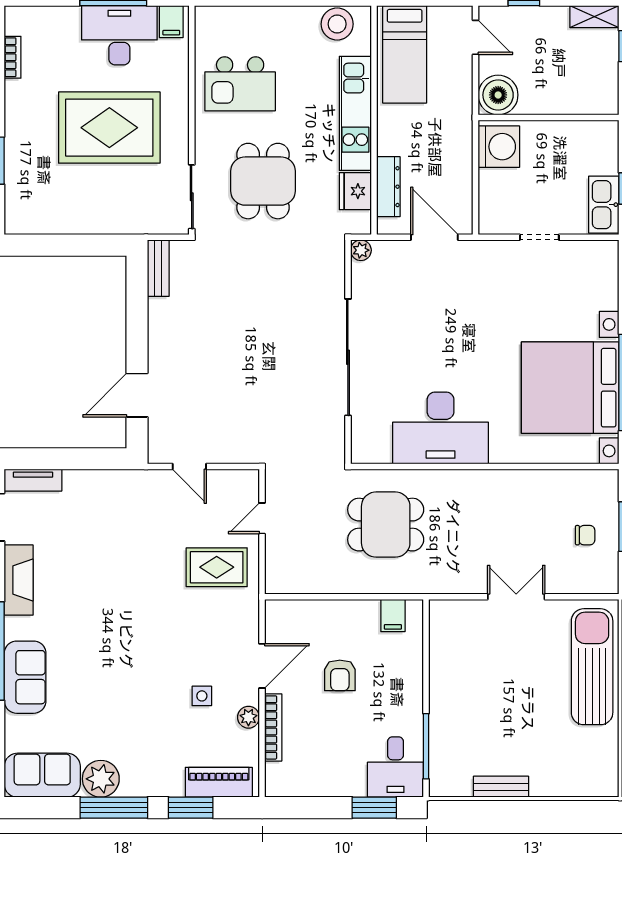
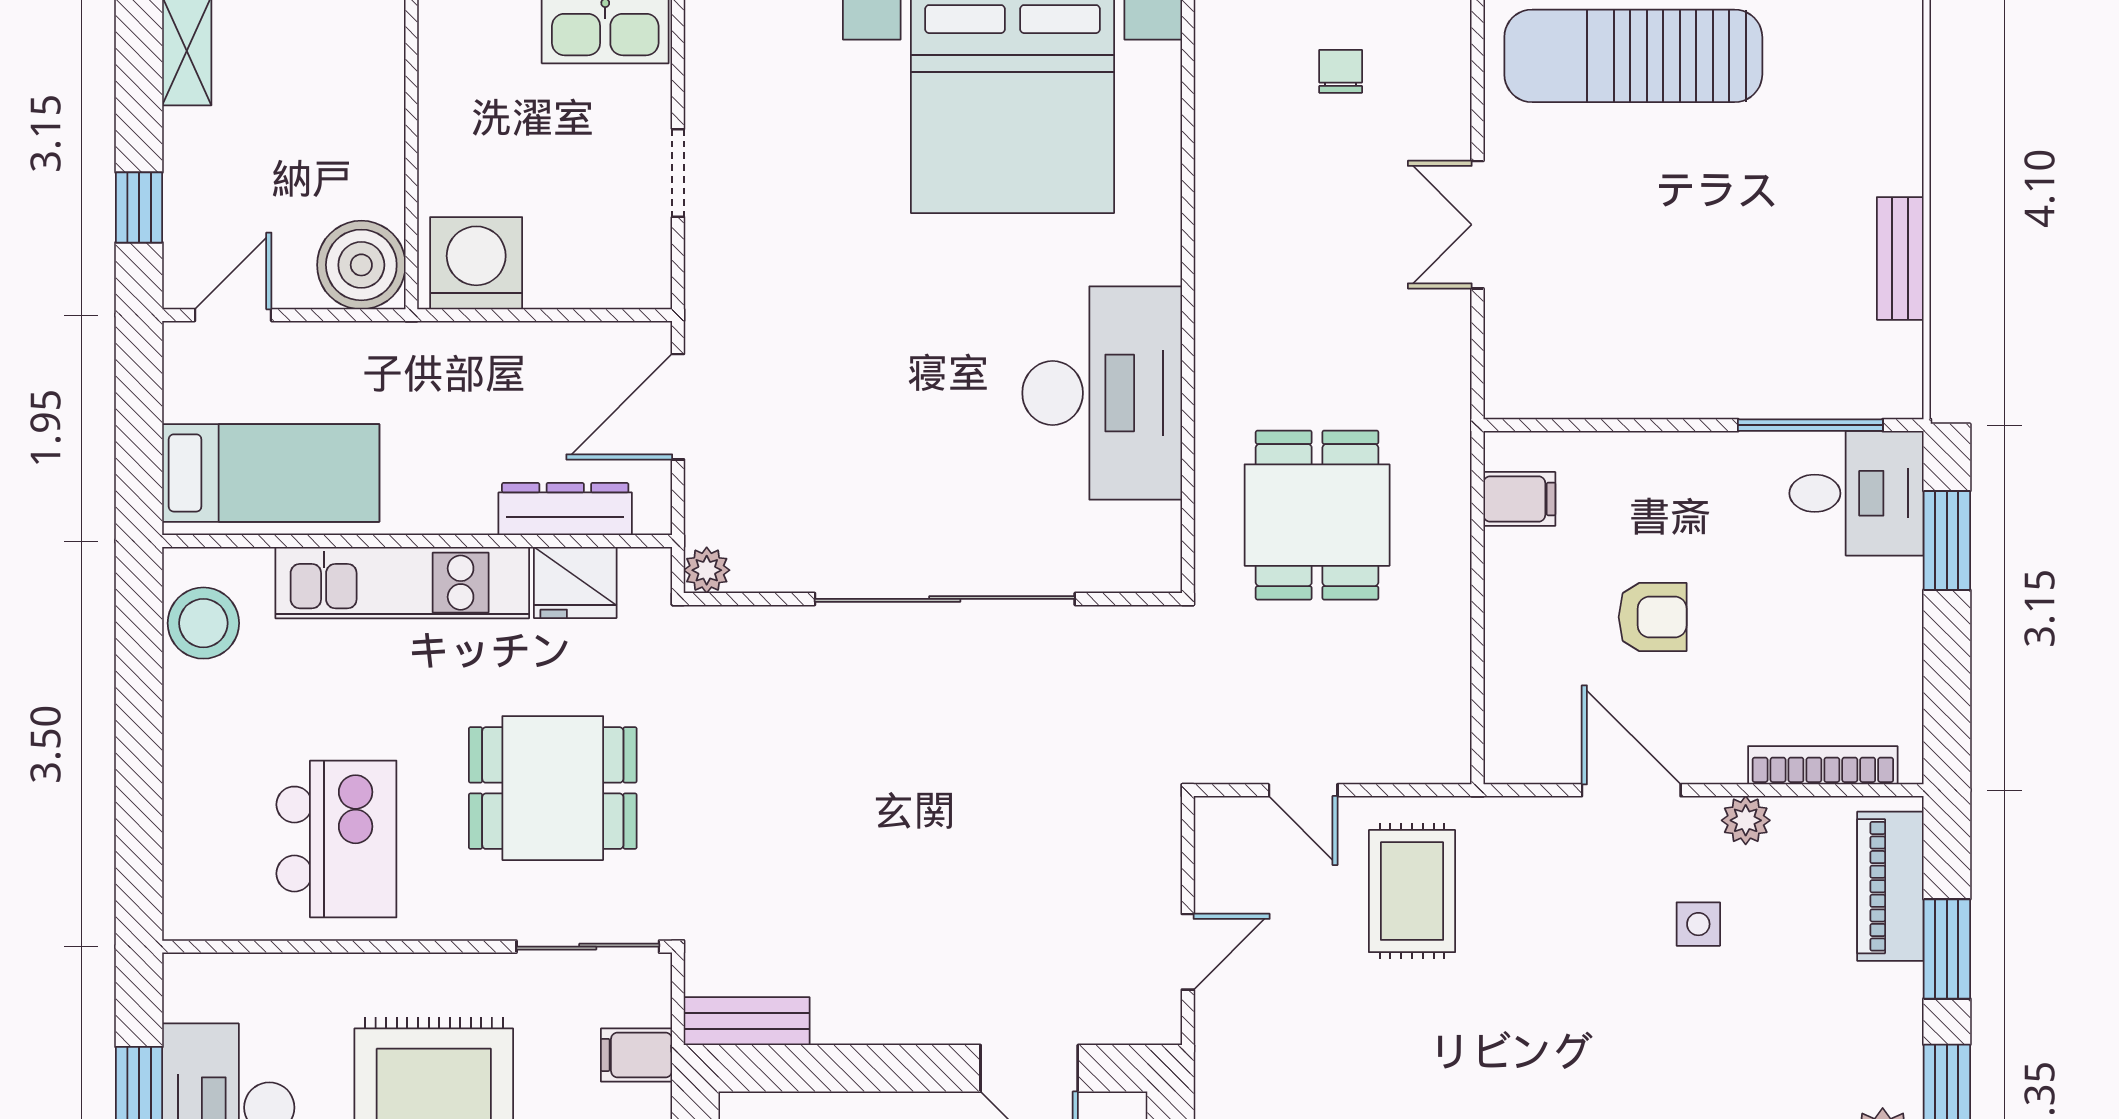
filing cabinet: (171, 22) -> (637, 1055), moved, turned 180
bookcase: (273, 727) -> (1823, 765), moved

